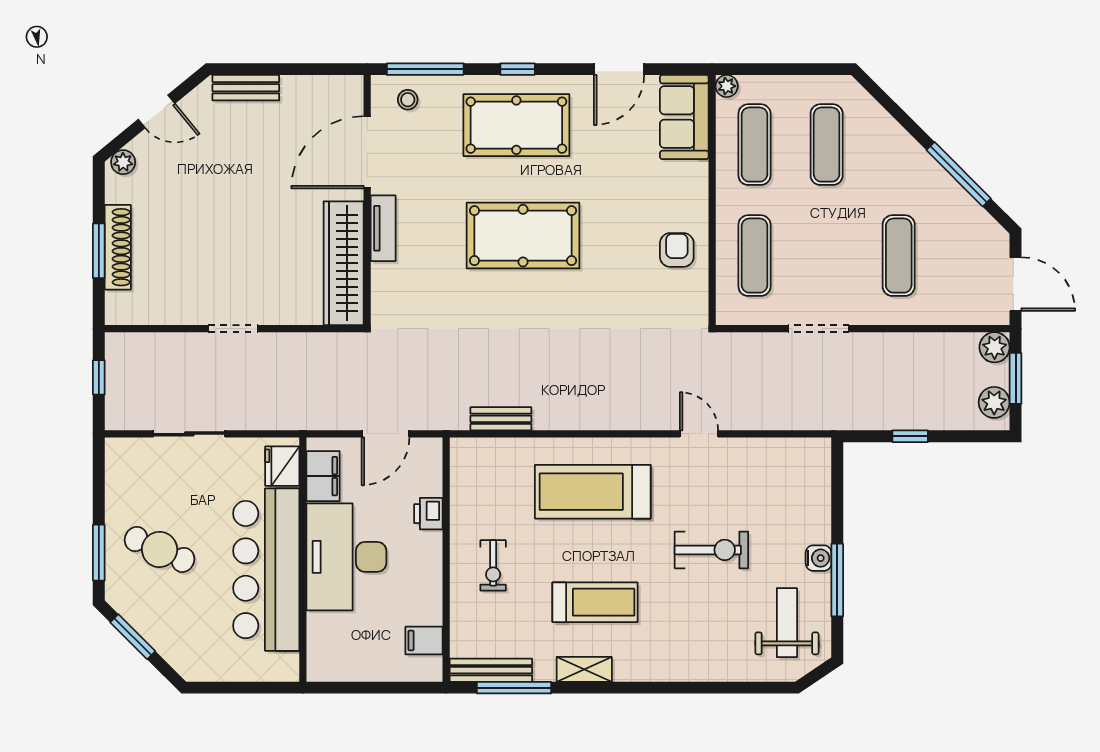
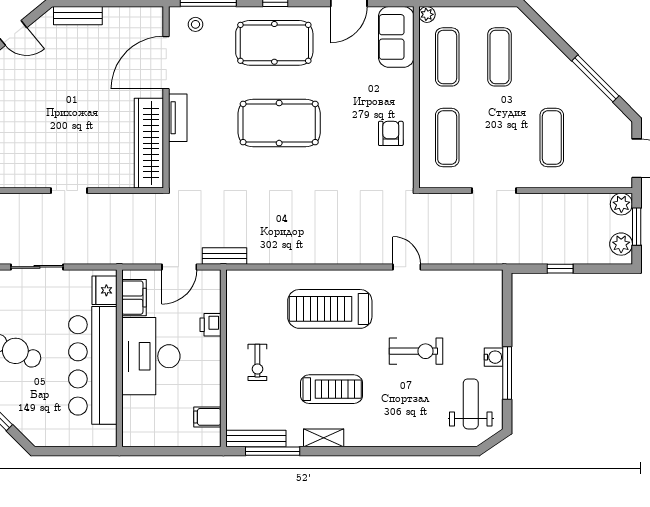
bench: (501, 419) -> (224, 256), moved

